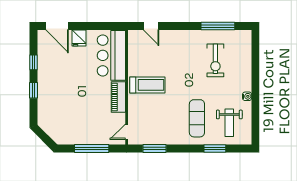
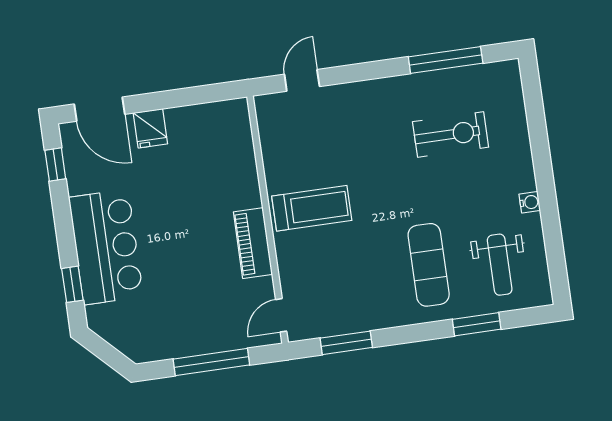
door: (151, 26) -> (302, 80), swing flipped
bar counter: (111, 55) -> (106, 247), moved, turned 180
exercise bike: (215, 60) -> (451, 134), turned -90
window: (33, 62) -> (55, 164), moved
window: (33, 90) -> (72, 284), moved

